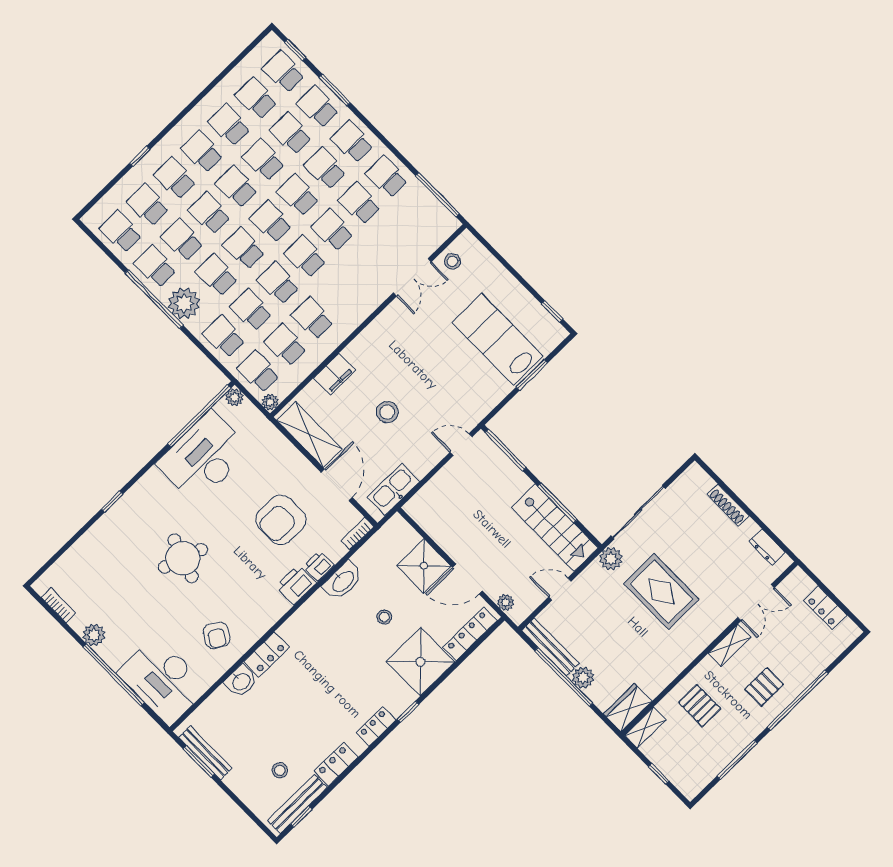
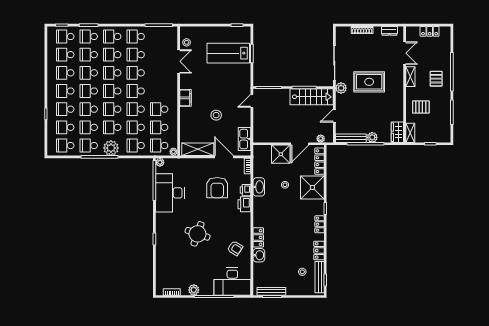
filing cabinet: (334, 374) -> (185, 98), moved

